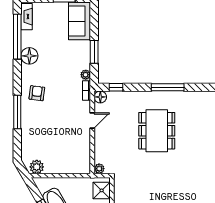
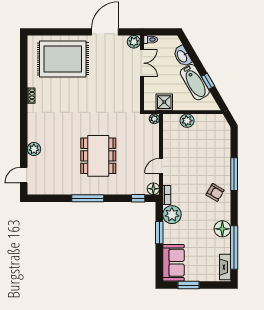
plant: (86, 75) -> (172, 215), width x1.88, depth x1.88
armchair: (37, 93) -> (215, 192), turned -67
plant: (37, 167) -> (187, 121), moved
shower: (102, 190) -> (164, 102), moved

